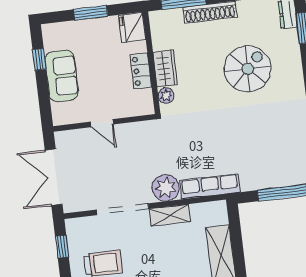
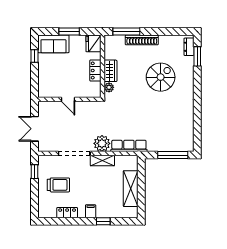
sofa: (62, 76) -> (53, 44), moved, turned 90
double door: (54, 177) -> (35, 129), width x0.73

